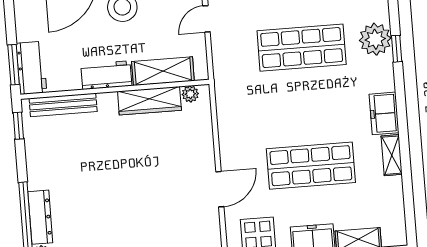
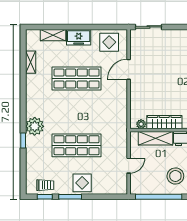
plant: (375, 39) -> (35, 126), moved
freezer: (384, 113) -> (33, 105), removed
shelving: (392, 155) -> (31, 62), moved

